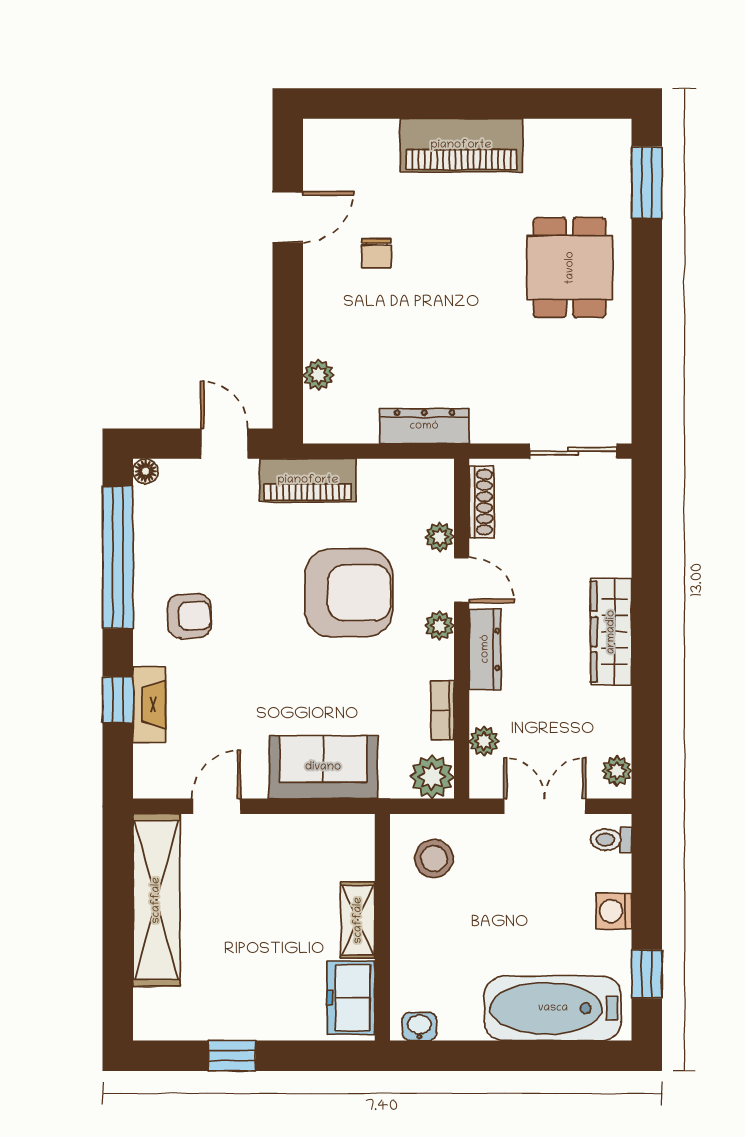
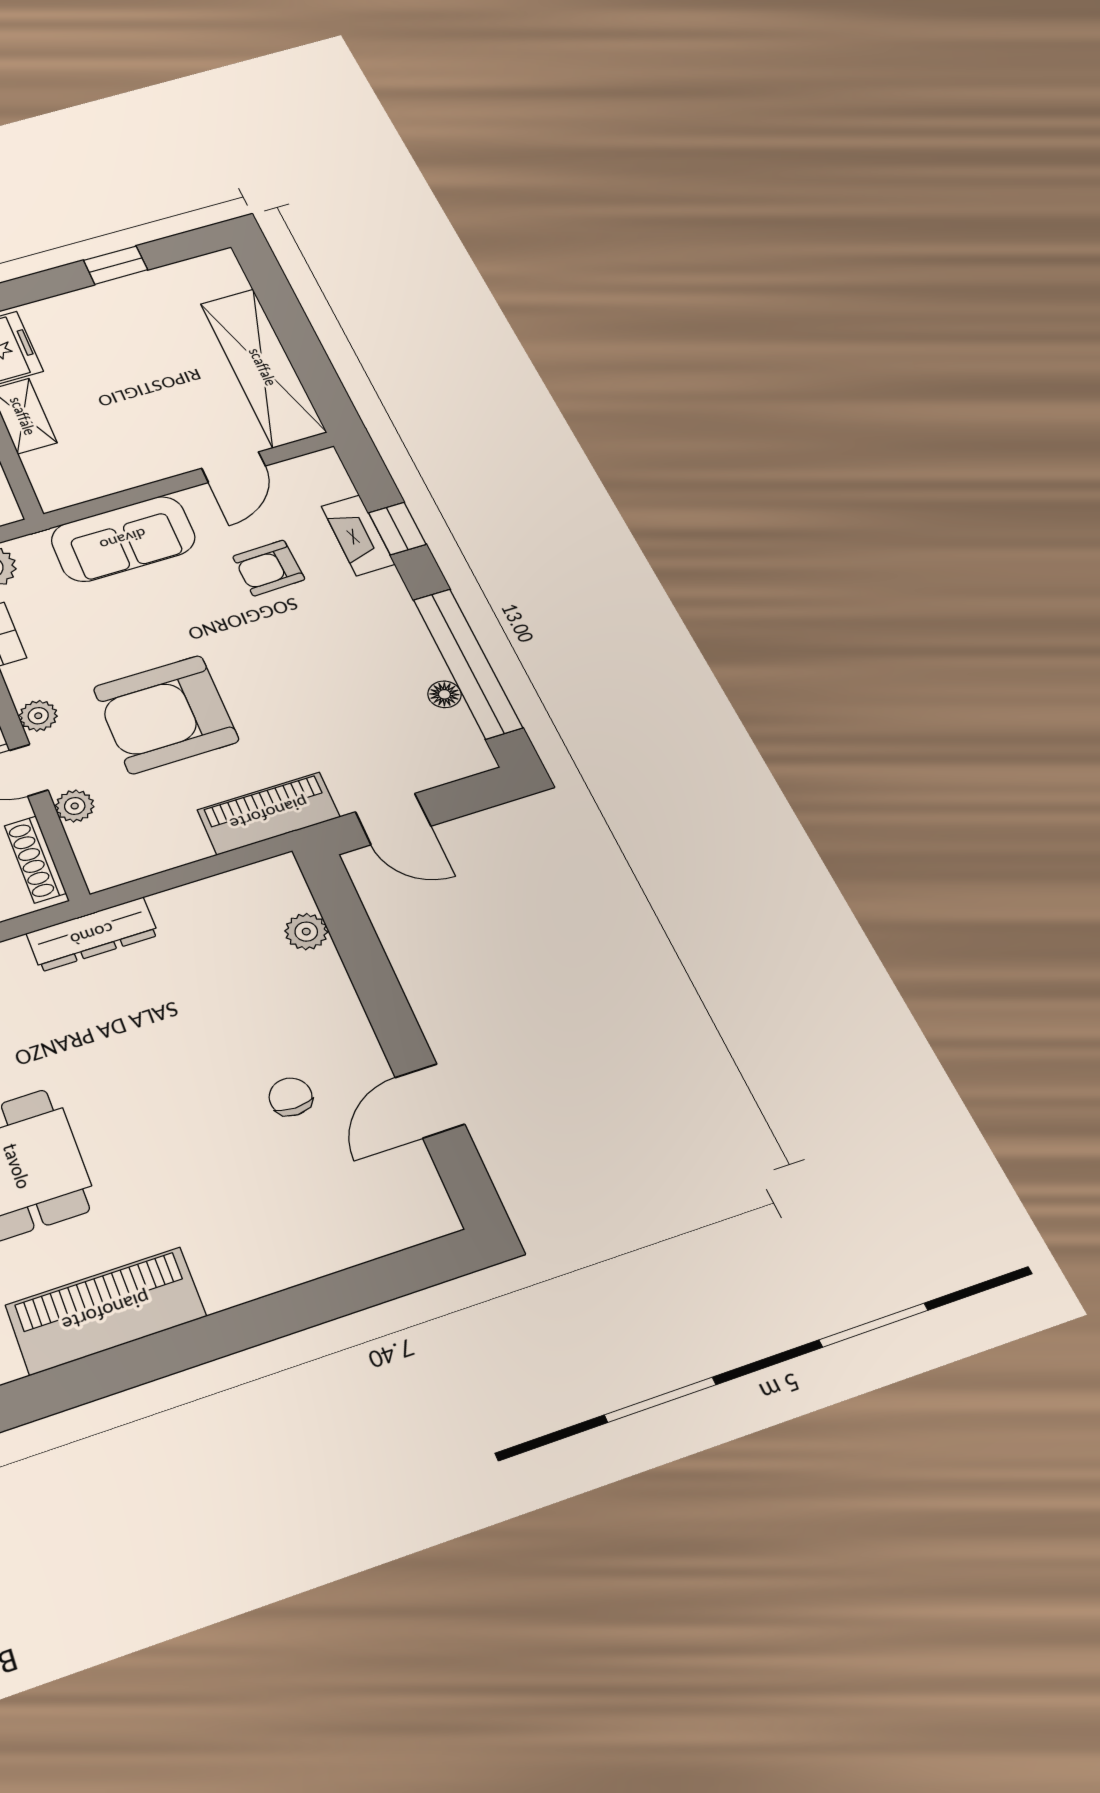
piano: (461, 145) -> (106, 1311), moved
dresser: (424, 426) -> (92, 934), moved
floor lamp: (145, 471) -> (444, 694), moved
armchair: (189, 616) -> (269, 568), moved

